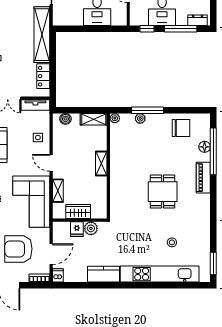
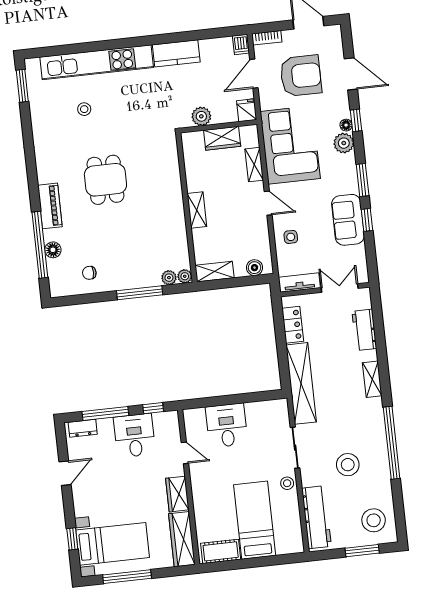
plant: (140, 118) -> (169, 278), moved
chair: (181, 128) -> (89, 273), width x0.54, depth x0.54
fridge: (77, 229) -> (247, 110), moved

